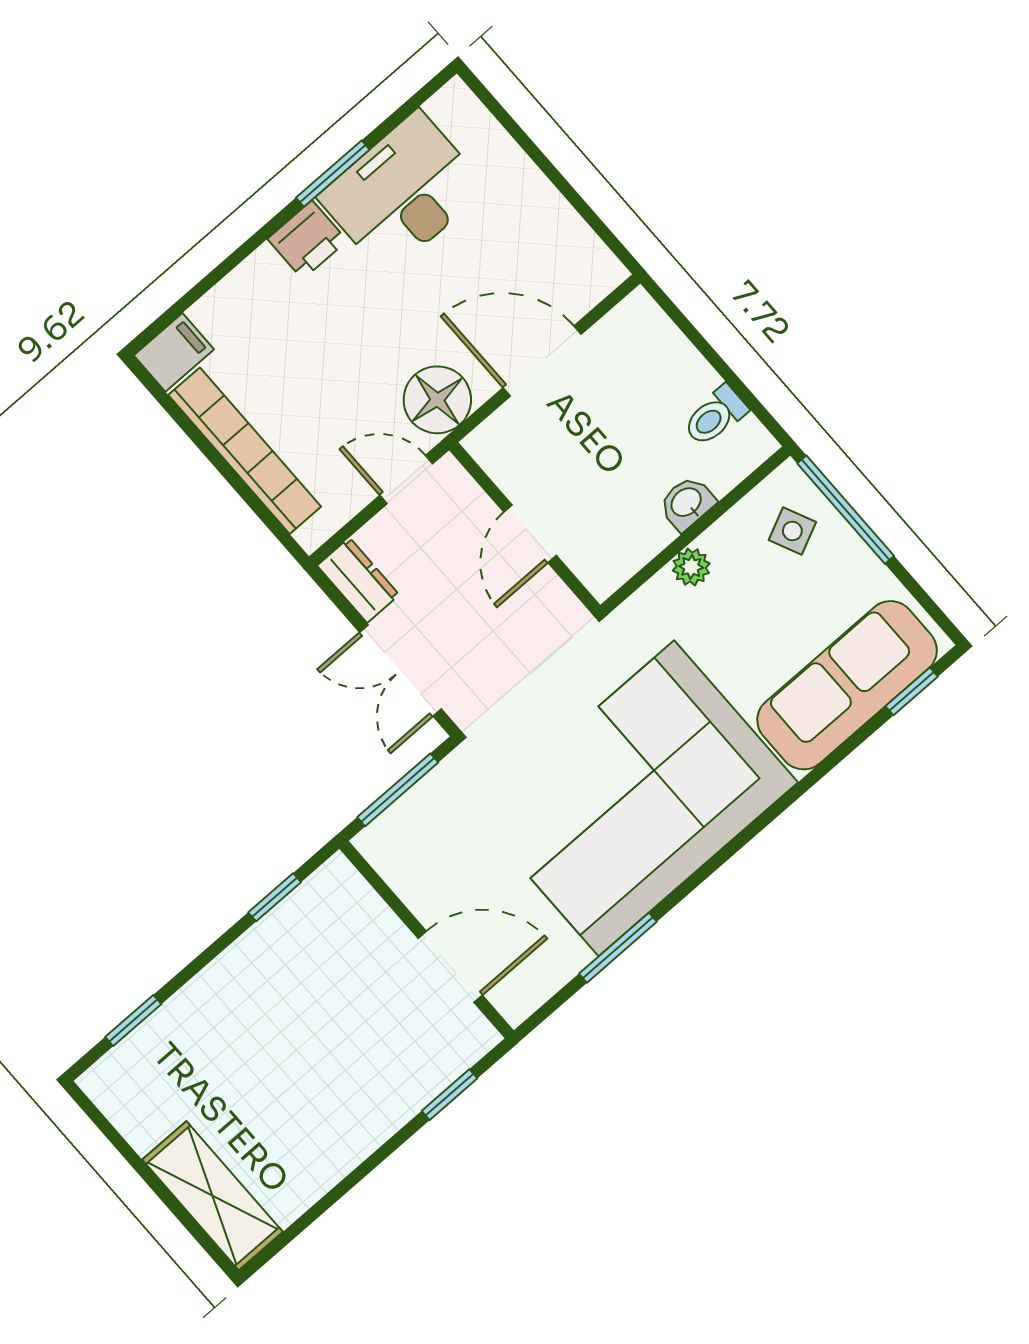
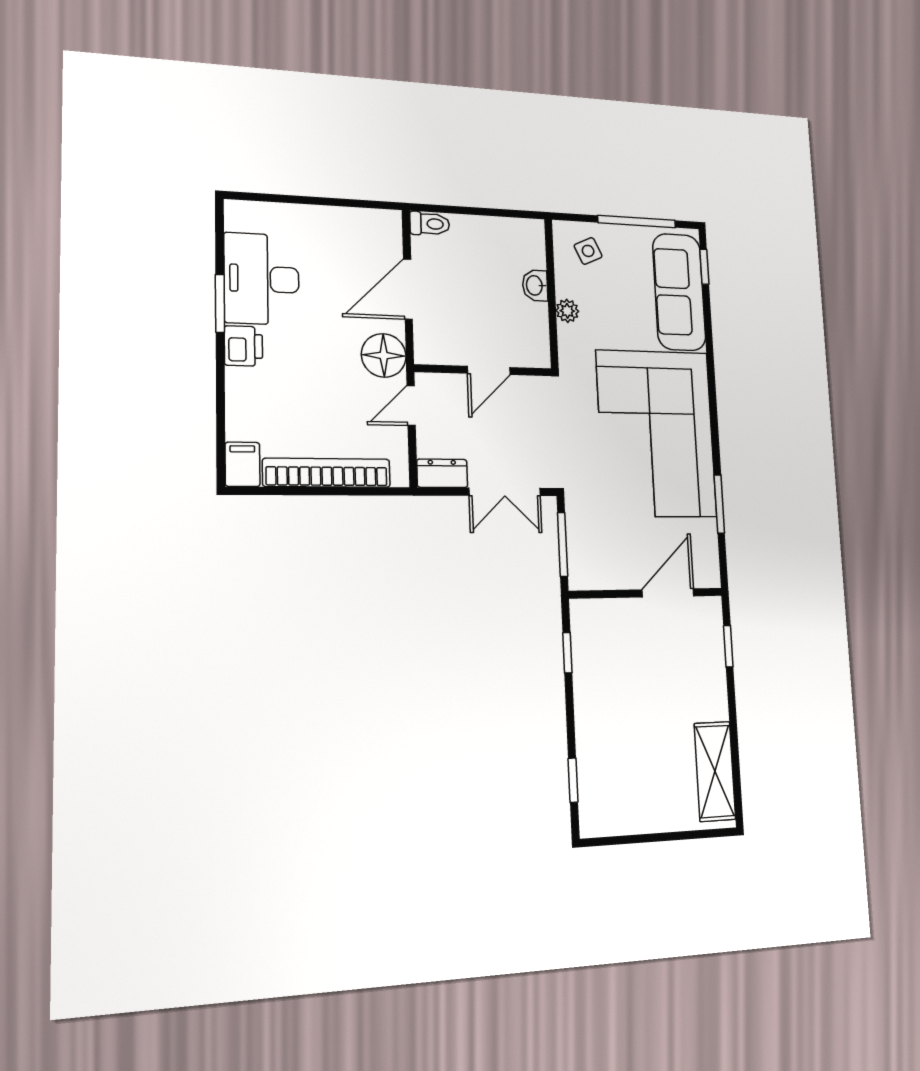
toilet: (715, 416) -> (430, 224), moved, turned -90
window: (846, 510) -> (637, 222), moved
door: (530, 534) -> (489, 370), hinge flipped
shelving: (213, 1196) -> (715, 771), moved, turned 90

